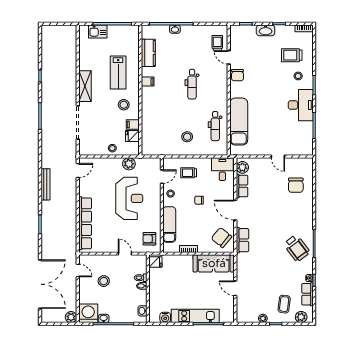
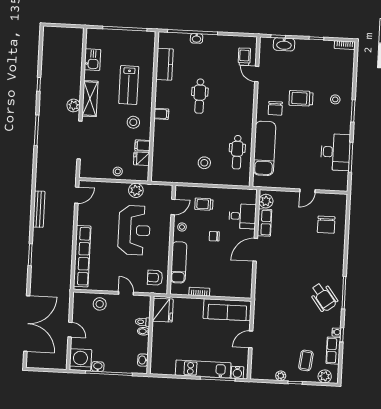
washbasin: (266, 30) -> (284, 44), moved
kitchen sink: (98, 31) -> (92, 60), moved, turned -90
trolley: (292, 55) -> (301, 98), moved
chair: (237, 75) -> (275, 108), moved
filing cabinet: (148, 82) -> (161, 114), moved
dental chair: (192, 84) -> (200, 96), moved
desk: (301, 105) -> (335, 152), moved
door: (278, 156) -> (307, 191), hinge flipped
desk: (222, 169) -> (242, 216), moved, turned 90
door: (235, 210) -> (255, 250), hinge flipped
chair: (221, 238) -> (238, 280), removed
row of seats: (242, 240) -> (262, 285), removed
fridge: (155, 262) -> (163, 310), width x1.88, depth x1.34
door: (78, 271) -> (70, 330), moved
stool: (104, 281) -> (100, 304), moved
door: (235, 288) -> (251, 339), hinge flipped
plant: (71, 317) -> (74, 105), moved
water cooler: (165, 317) -> (237, 372), moved

